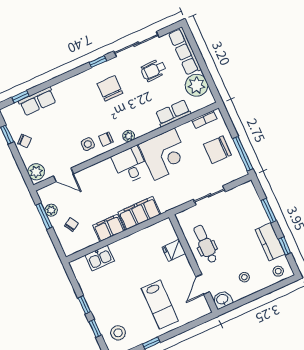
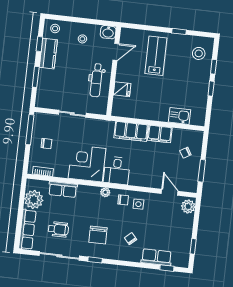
chair: (25, 141) -> (131, 239), moved
chair: (217, 150) -> (46, 143), width x0.54, depth x0.54
plant: (51, 210) -> (194, 172), removed

